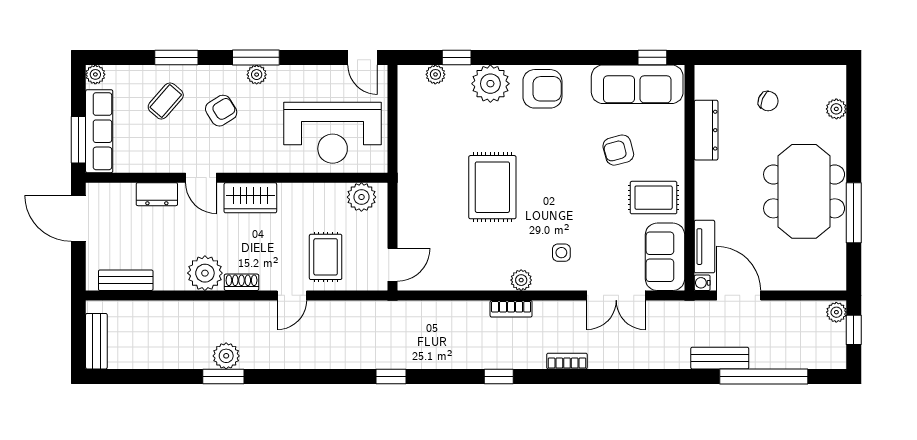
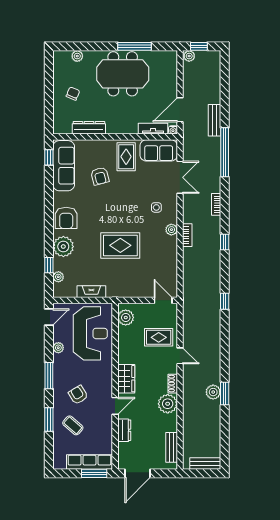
plant: (95, 74) -> (58, 464), removed
plant: (257, 75) -> (58, 348), moved
armchair: (542, 89) -> (66, 218), turned 180
fireplace: (409, 135) -> (91, 292), added
window: (764, 376) -> (225, 152), moved

